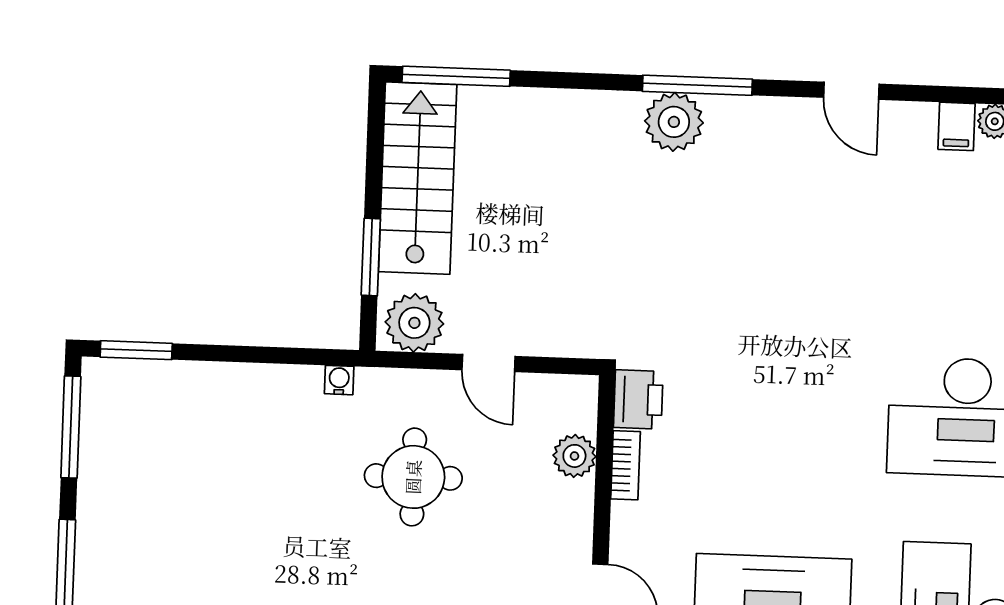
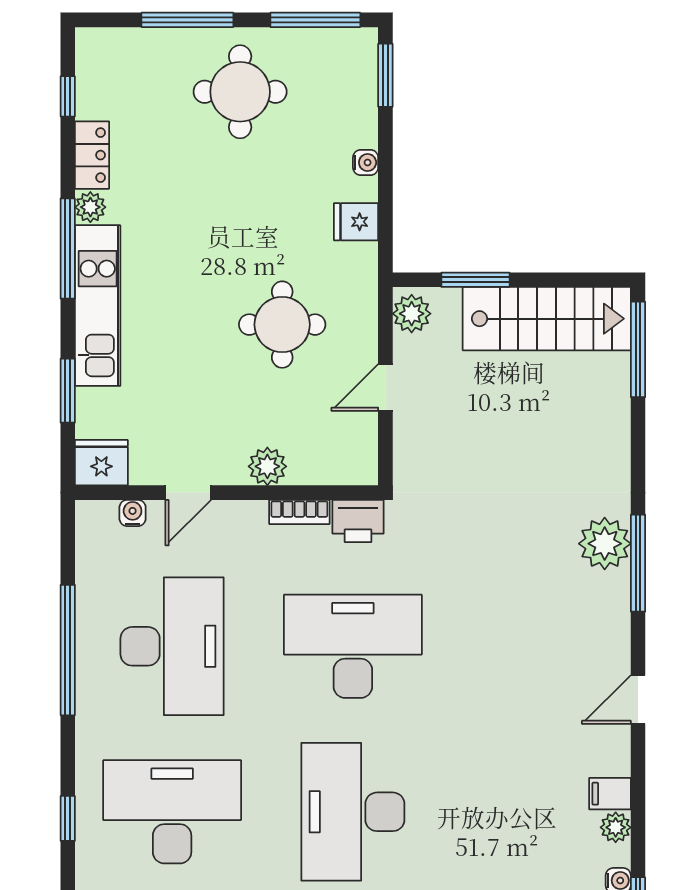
plant: (414, 323) -> (412, 314), width x0.73, depth x0.73
water cooler: (339, 380) -> (366, 162), moved
fridge: (300, 389) -> (356, 222), added
desk: (779, 410) -> (353, 646), added
plant: (574, 456) -> (267, 466), moved
round table: (149, 515) -> (240, 92), added

